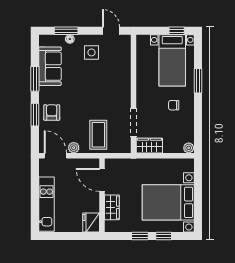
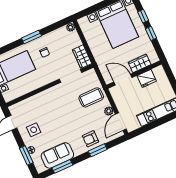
window: (35, 79) -> (62, 166), moved
window: (198, 81) -> (31, 37), moved
door: (102, 180) -> (123, 80), swing flipped
fridge: (91, 223) -> (147, 78), moved

